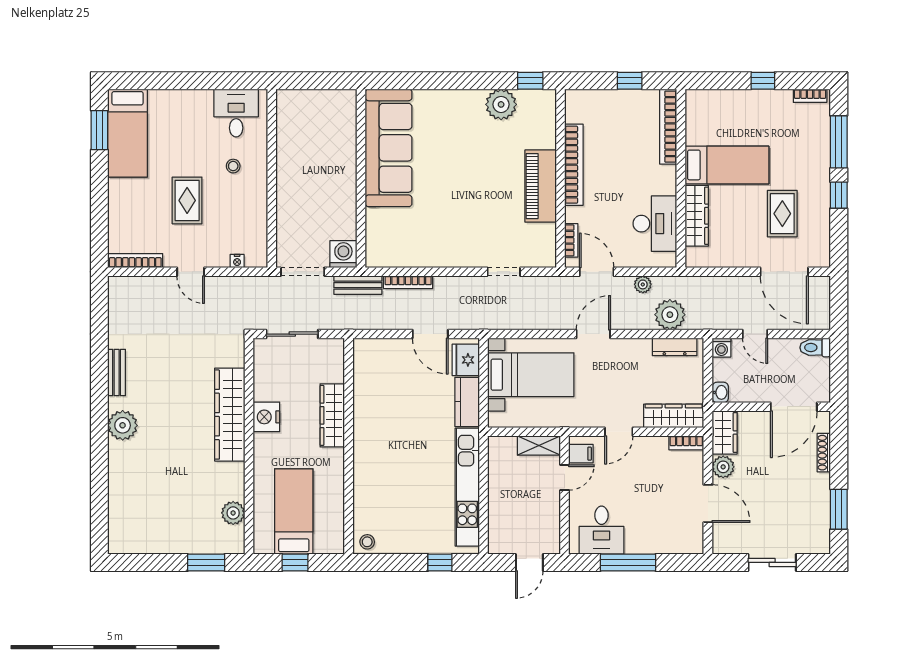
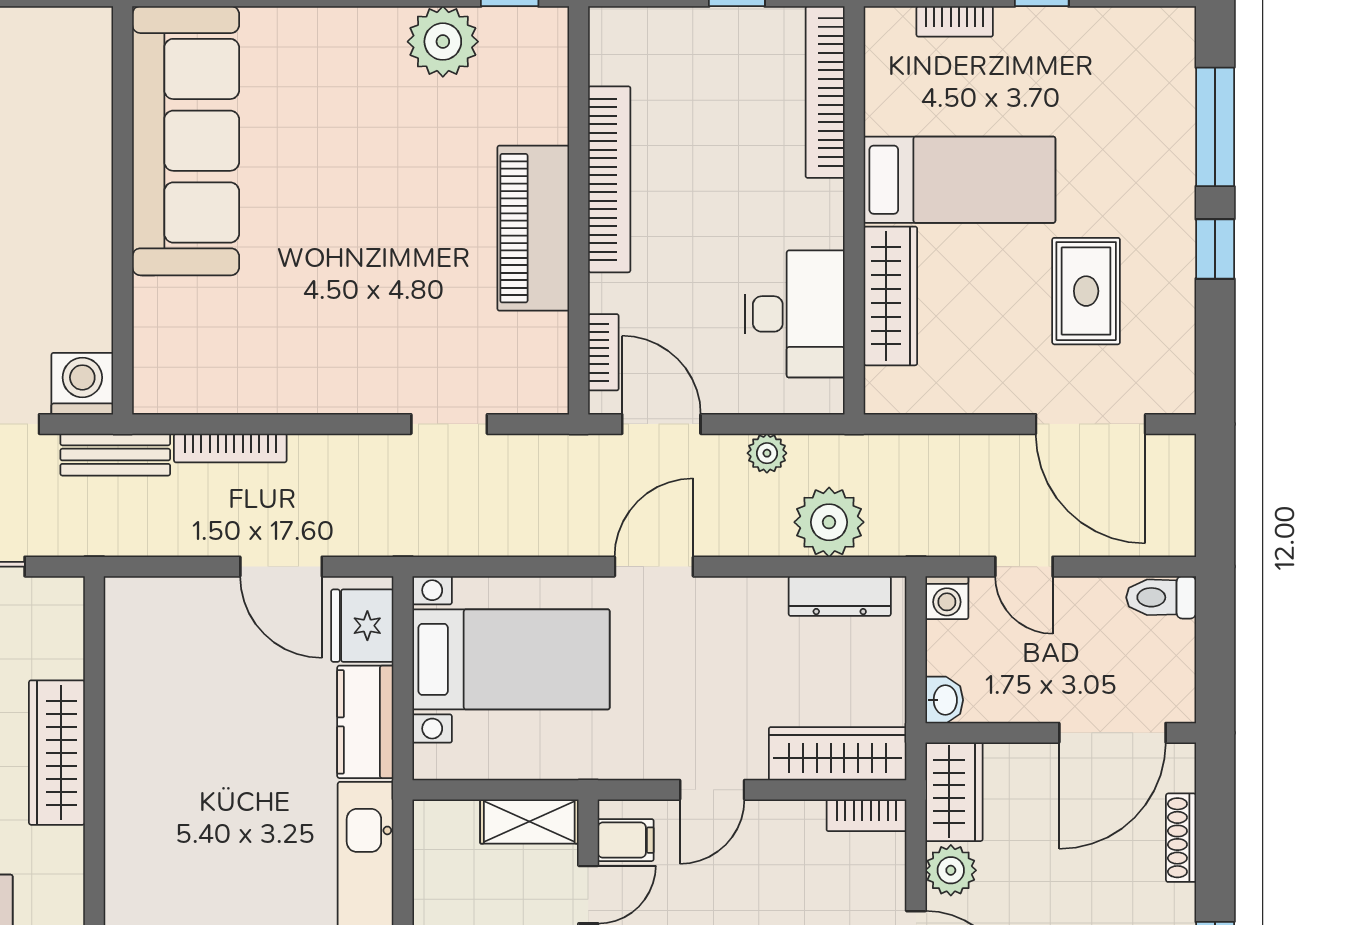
bookcase: (810, 96) -> (955, 21), moved

